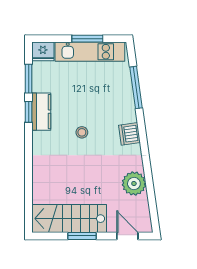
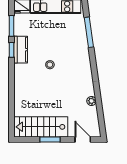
dishwasher: (130, 134) -> (84, 66), removed
plant: (134, 184) -> (91, 101), width x0.53, depth x0.53

